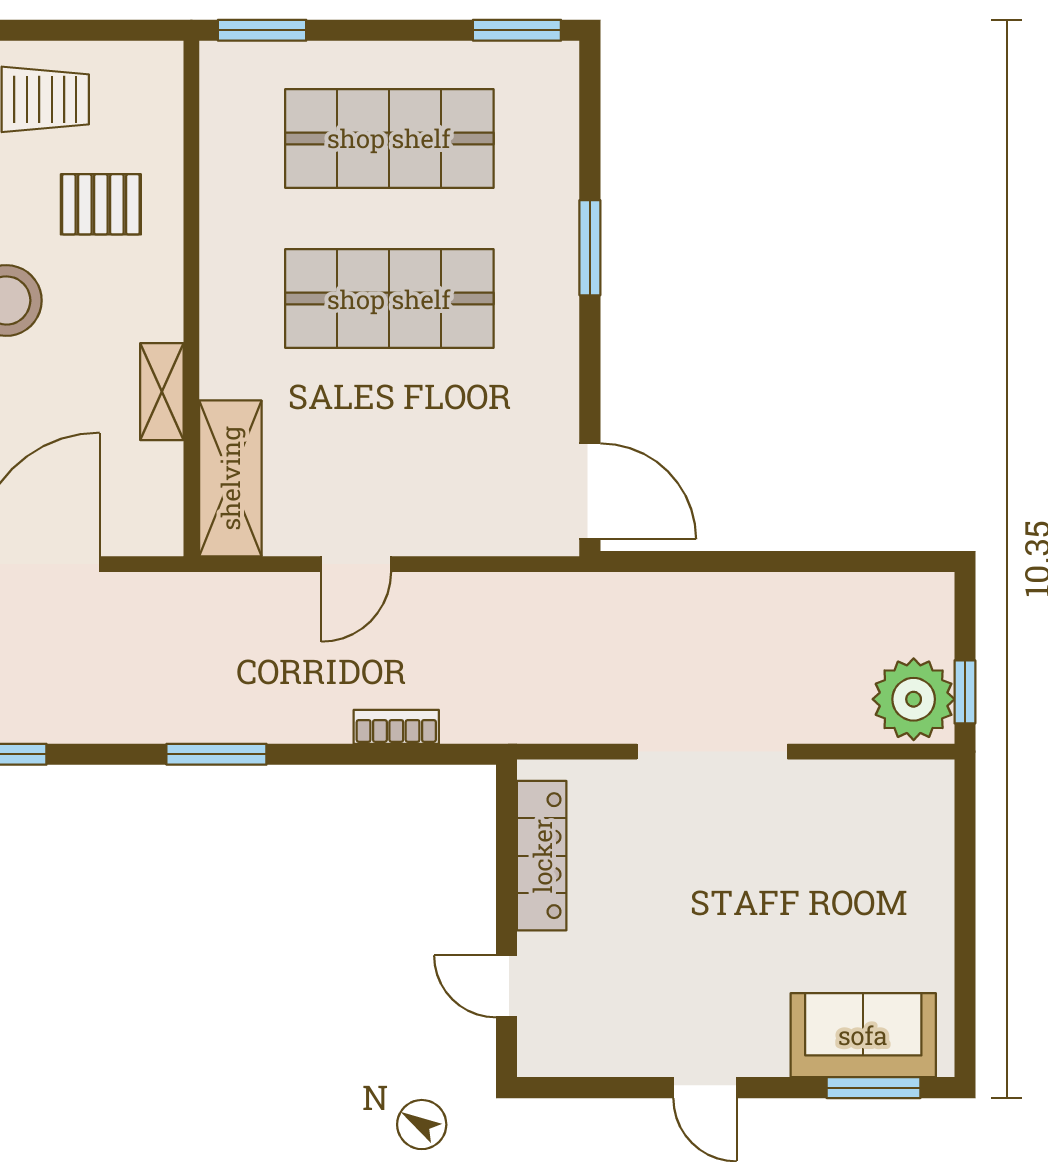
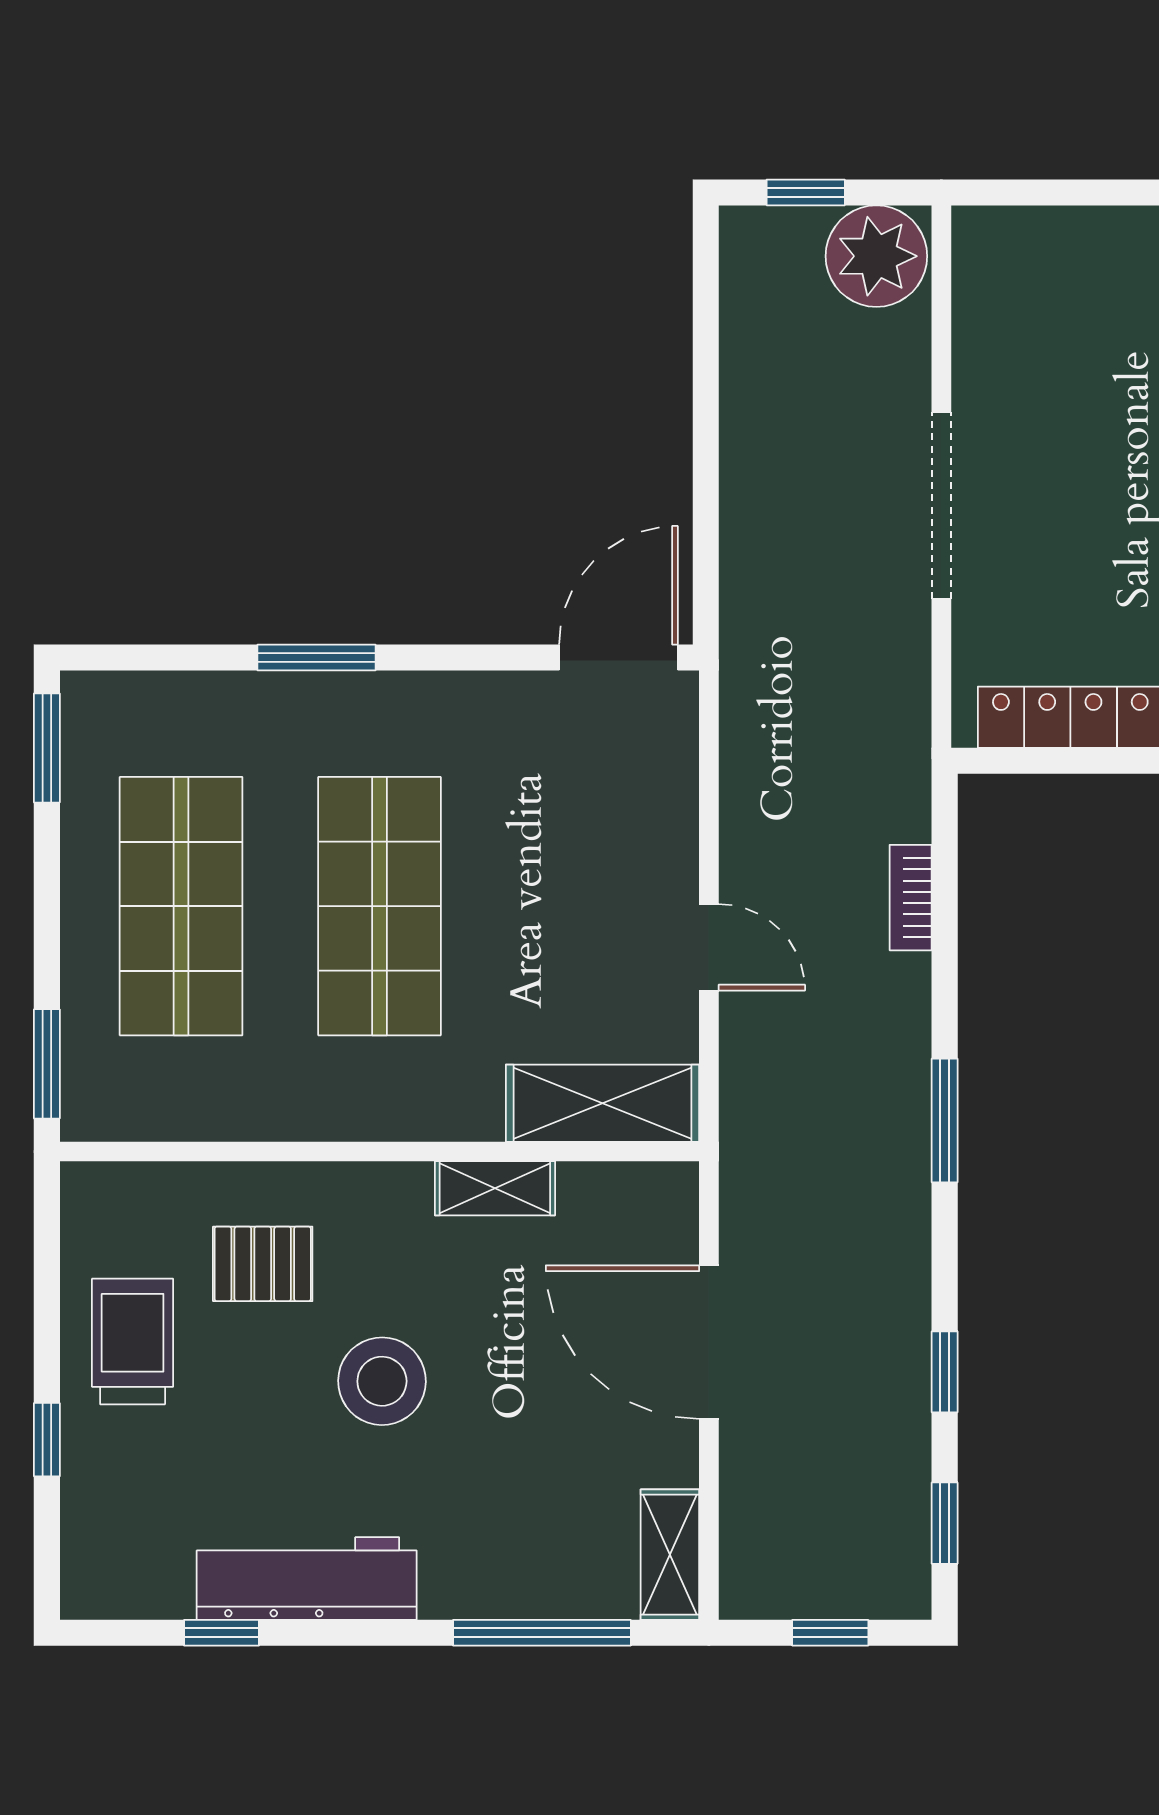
pallet: (101, 204) -> (263, 1264), turned 90
window: (965, 692) -> (806, 192), moved

